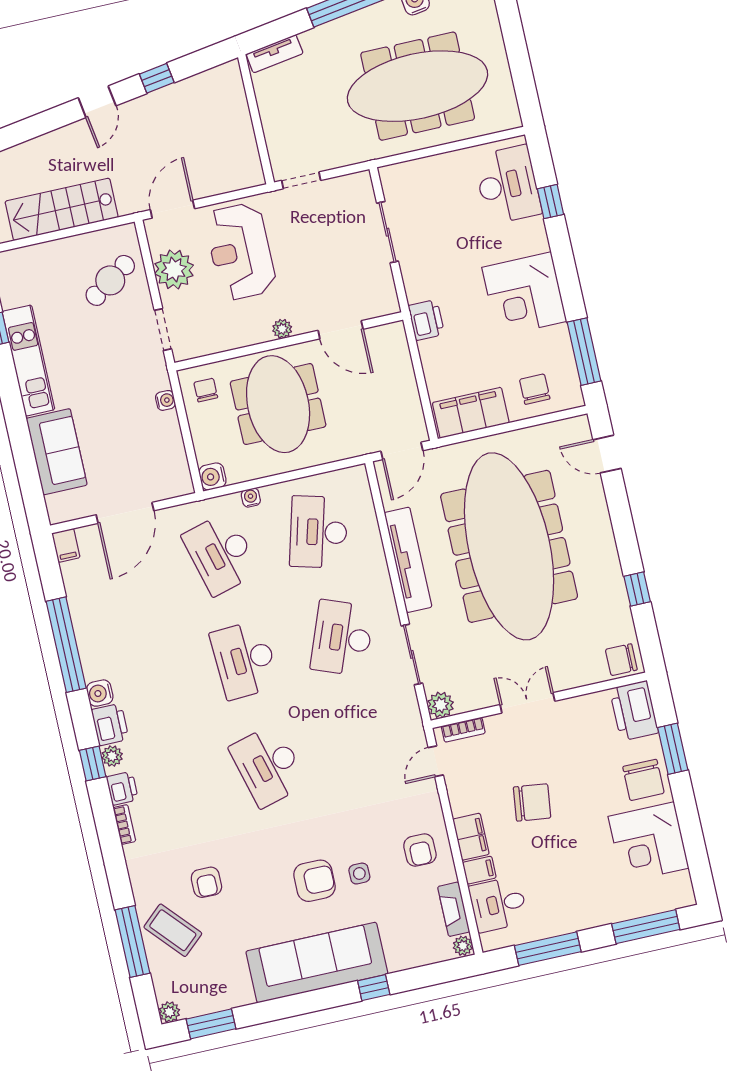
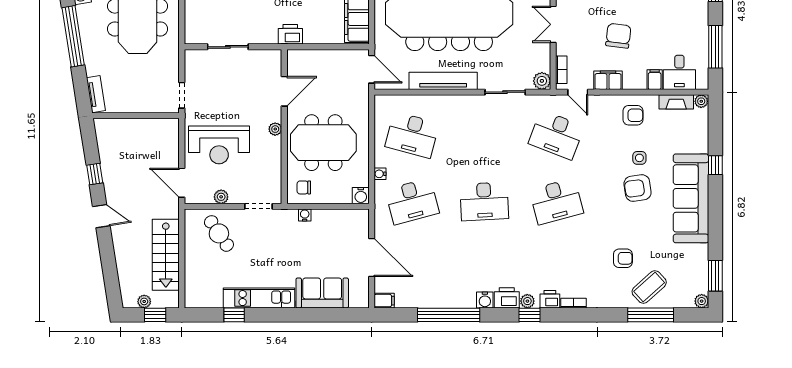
plant: (174, 270) -> (221, 197), width x0.53, depth x0.53
desk: (342, 638) -> (556, 135), moved
filing cabinet: (471, 837) -> (608, 80), moved
armchair: (314, 881) -> (638, 188), turned -98

